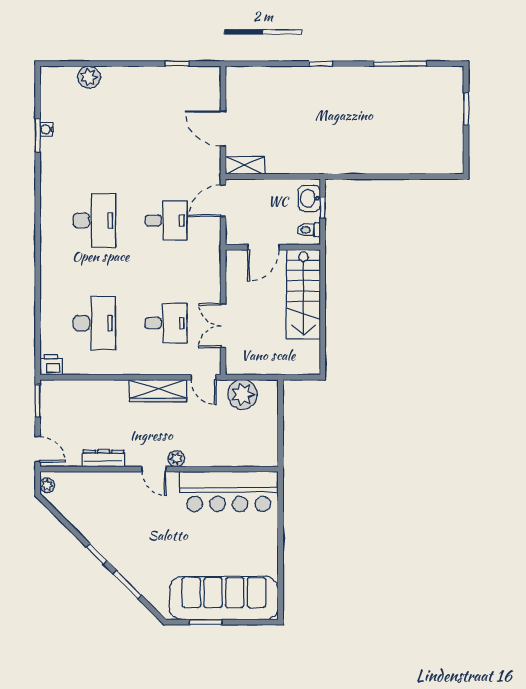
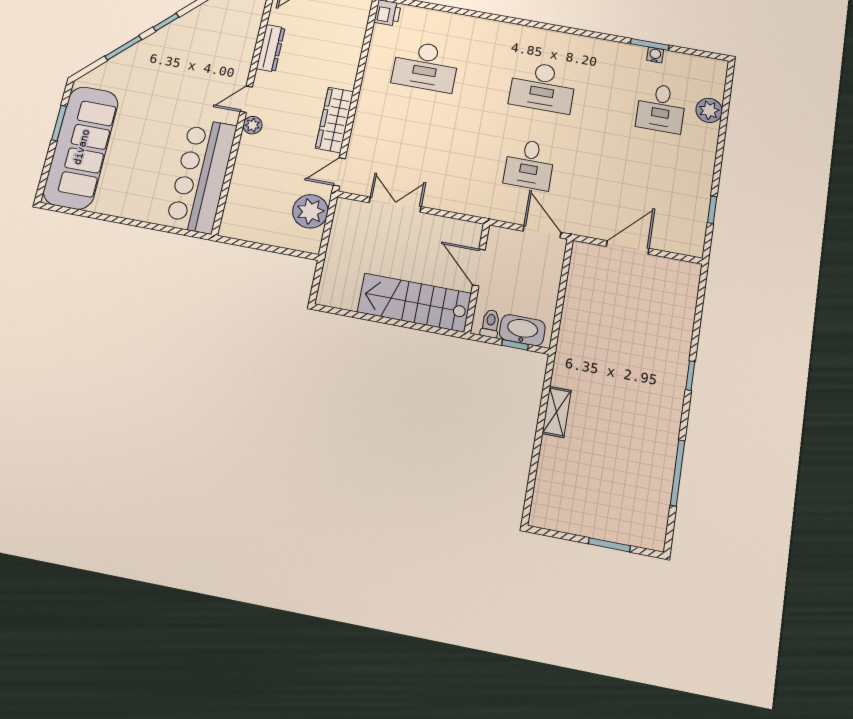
shelving: (245, 165) -> (557, 412), moved
washbasin: (309, 198) -> (522, 330), width x1.38
desk: (166, 323) -> (661, 108), moved

